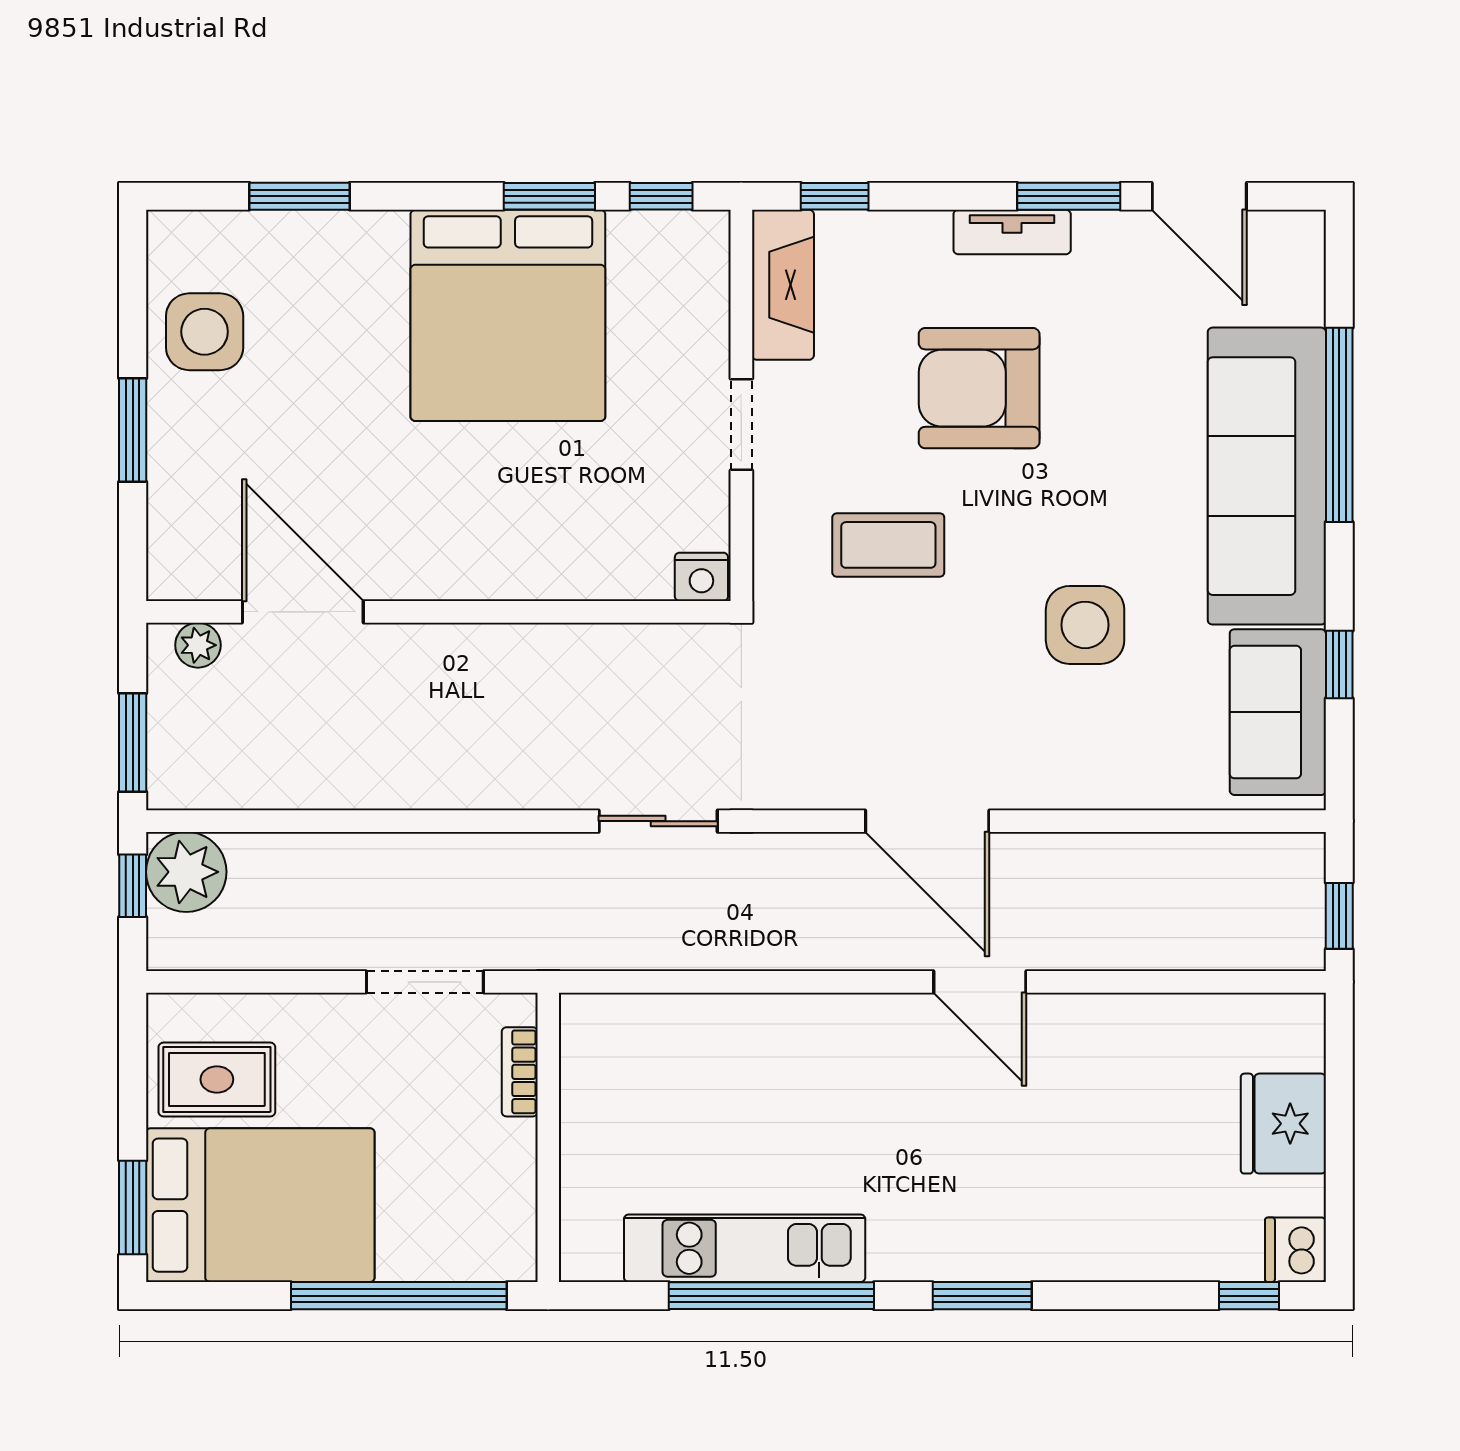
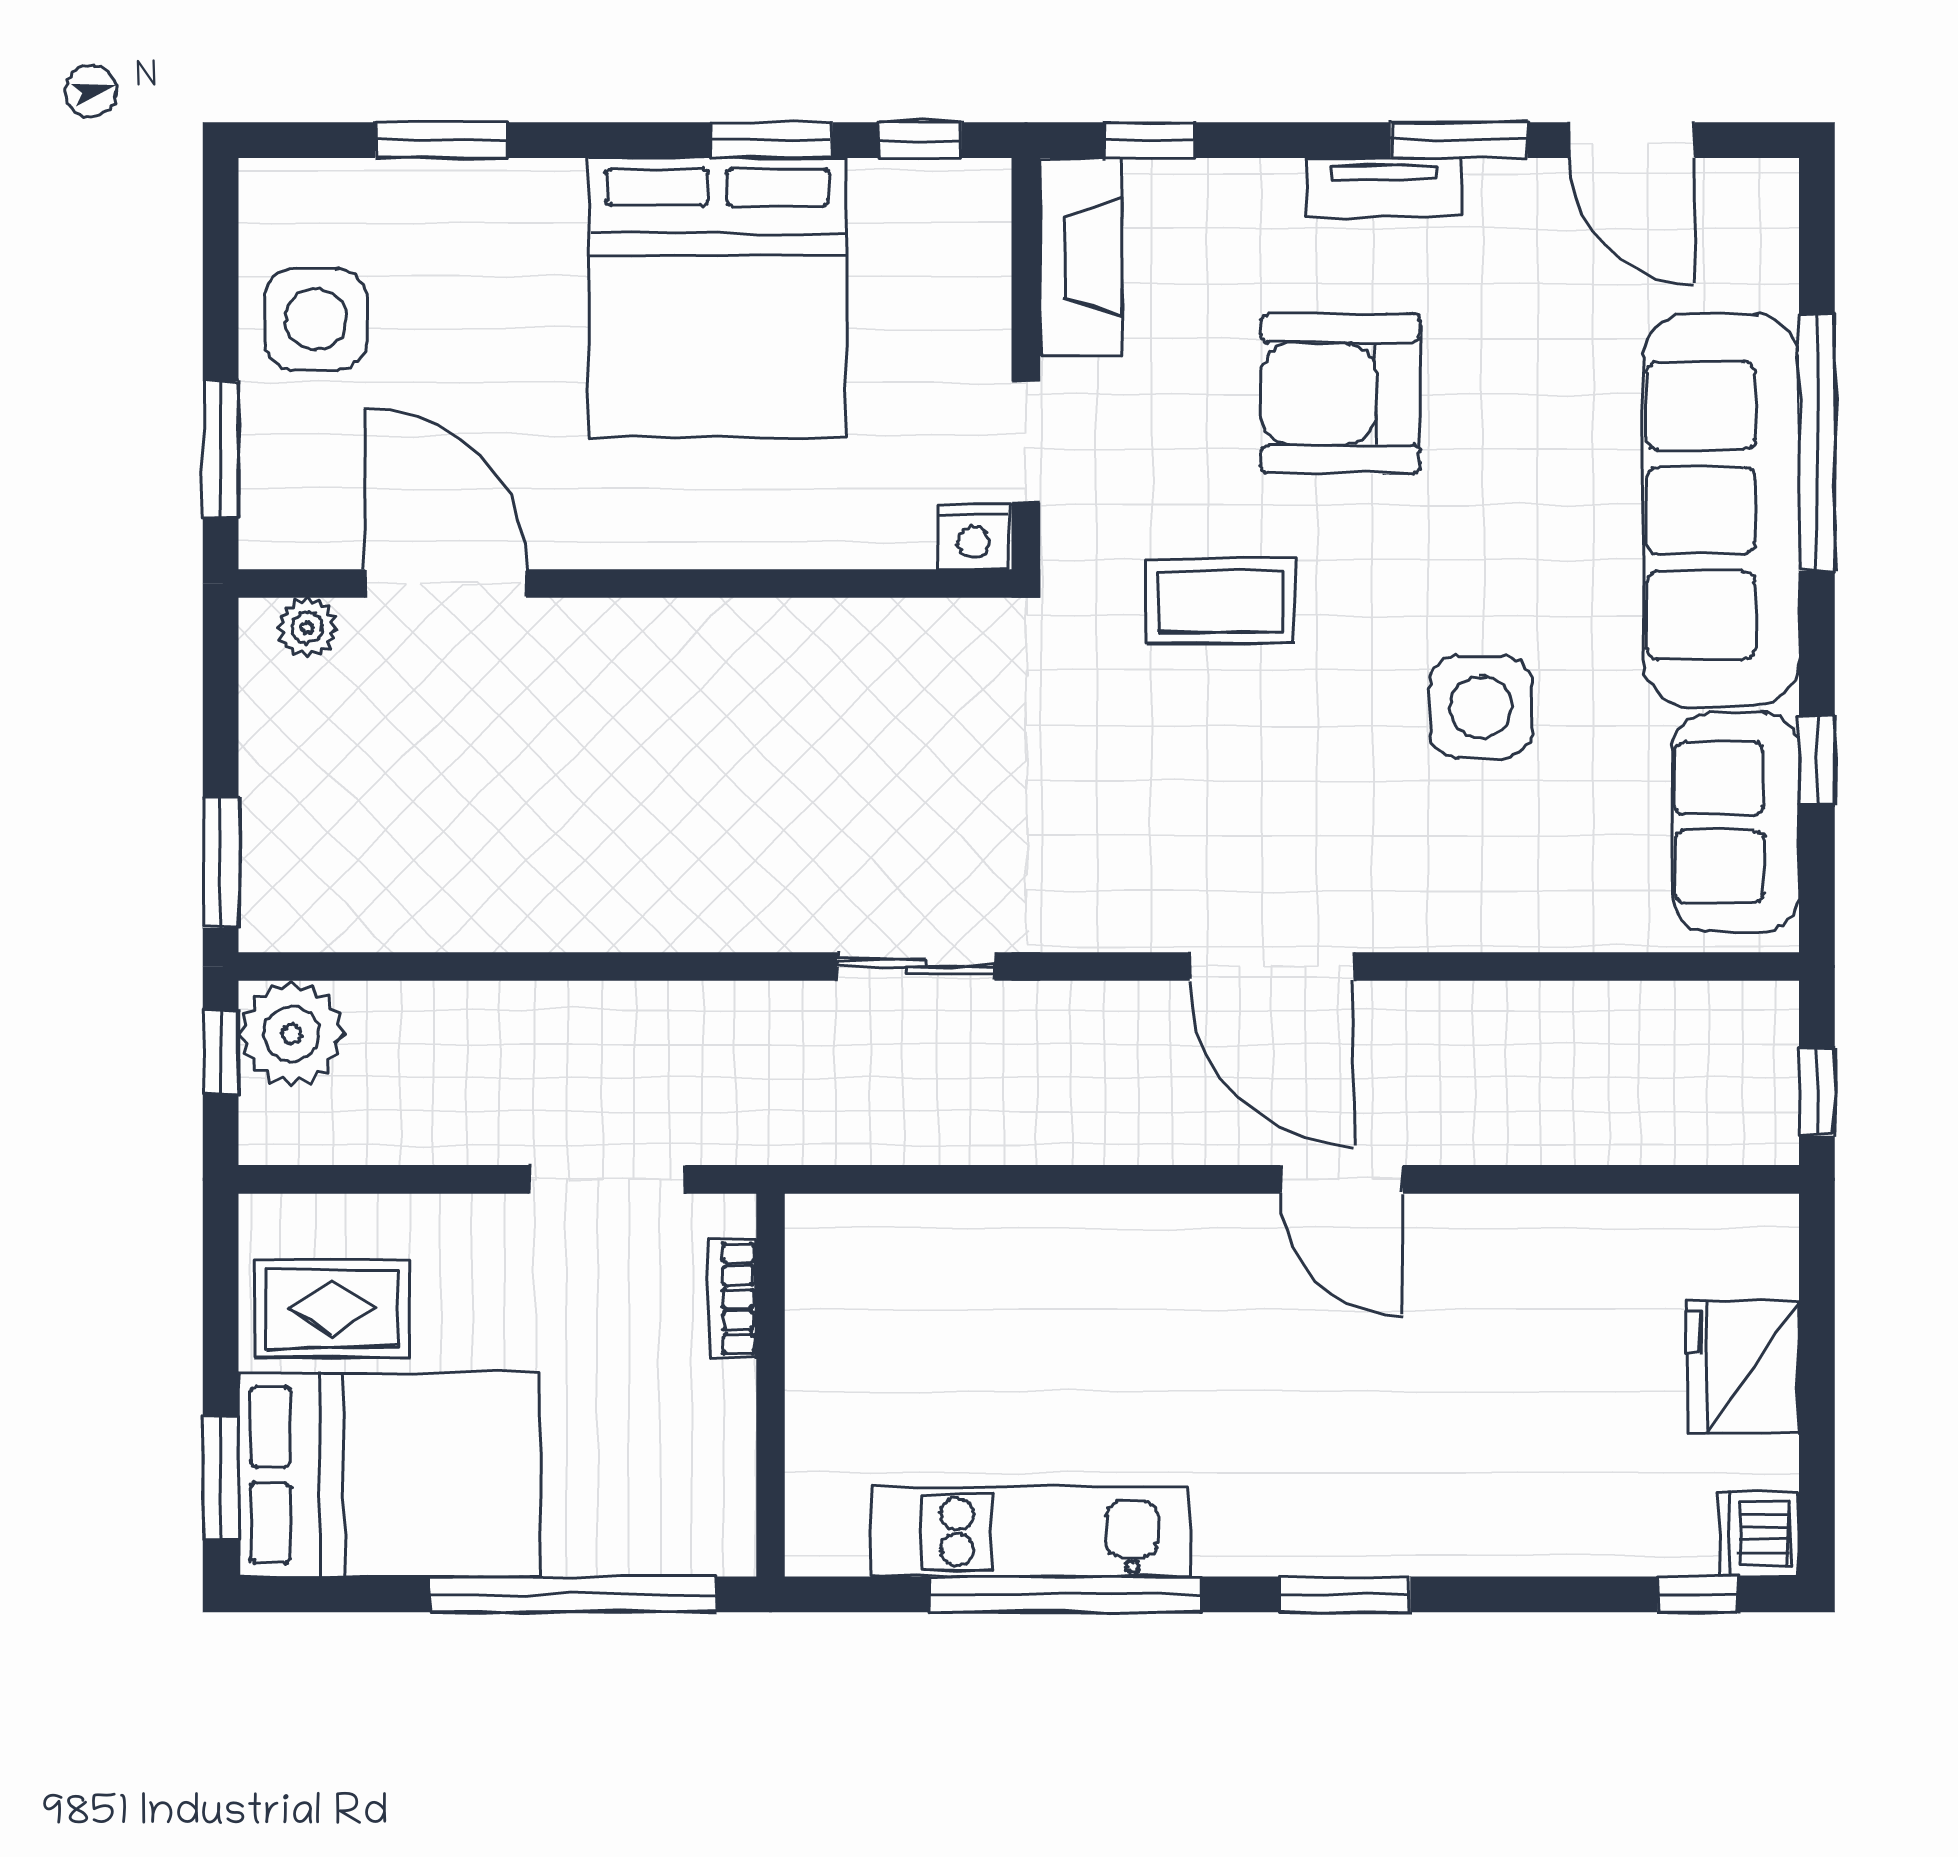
nightstand: (701, 577) -> (973, 537), moved
door: (303, 612) -> (446, 583), moved
wall: (438, 612) -> (625, 583), moved
plant: (198, 645) -> (307, 628), moved

